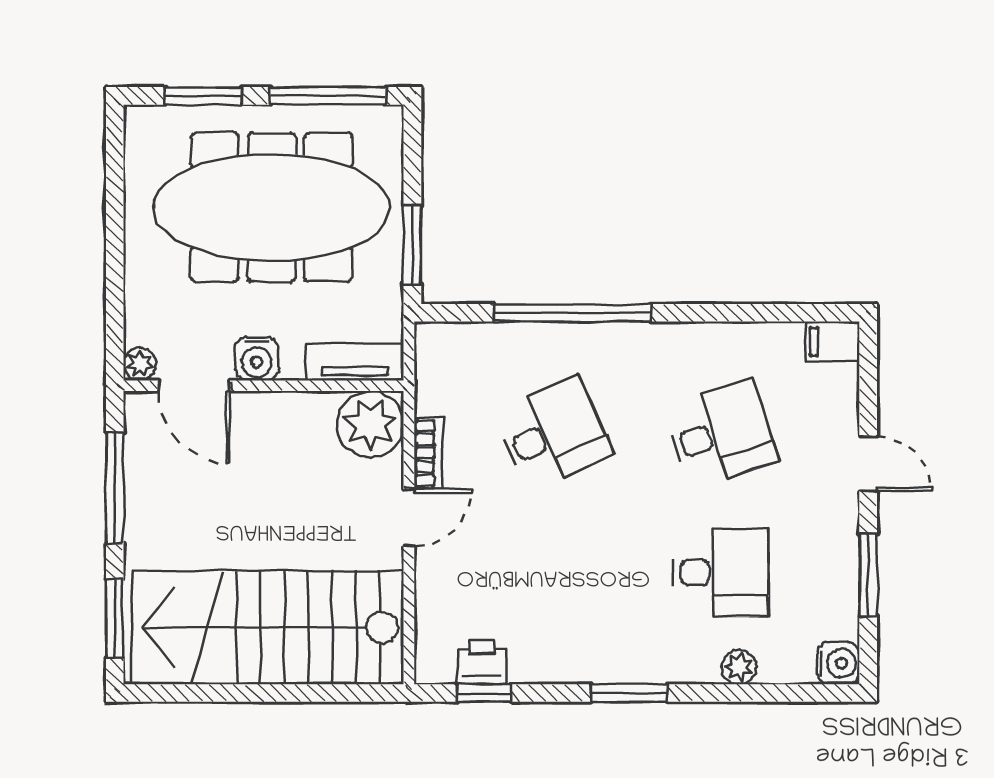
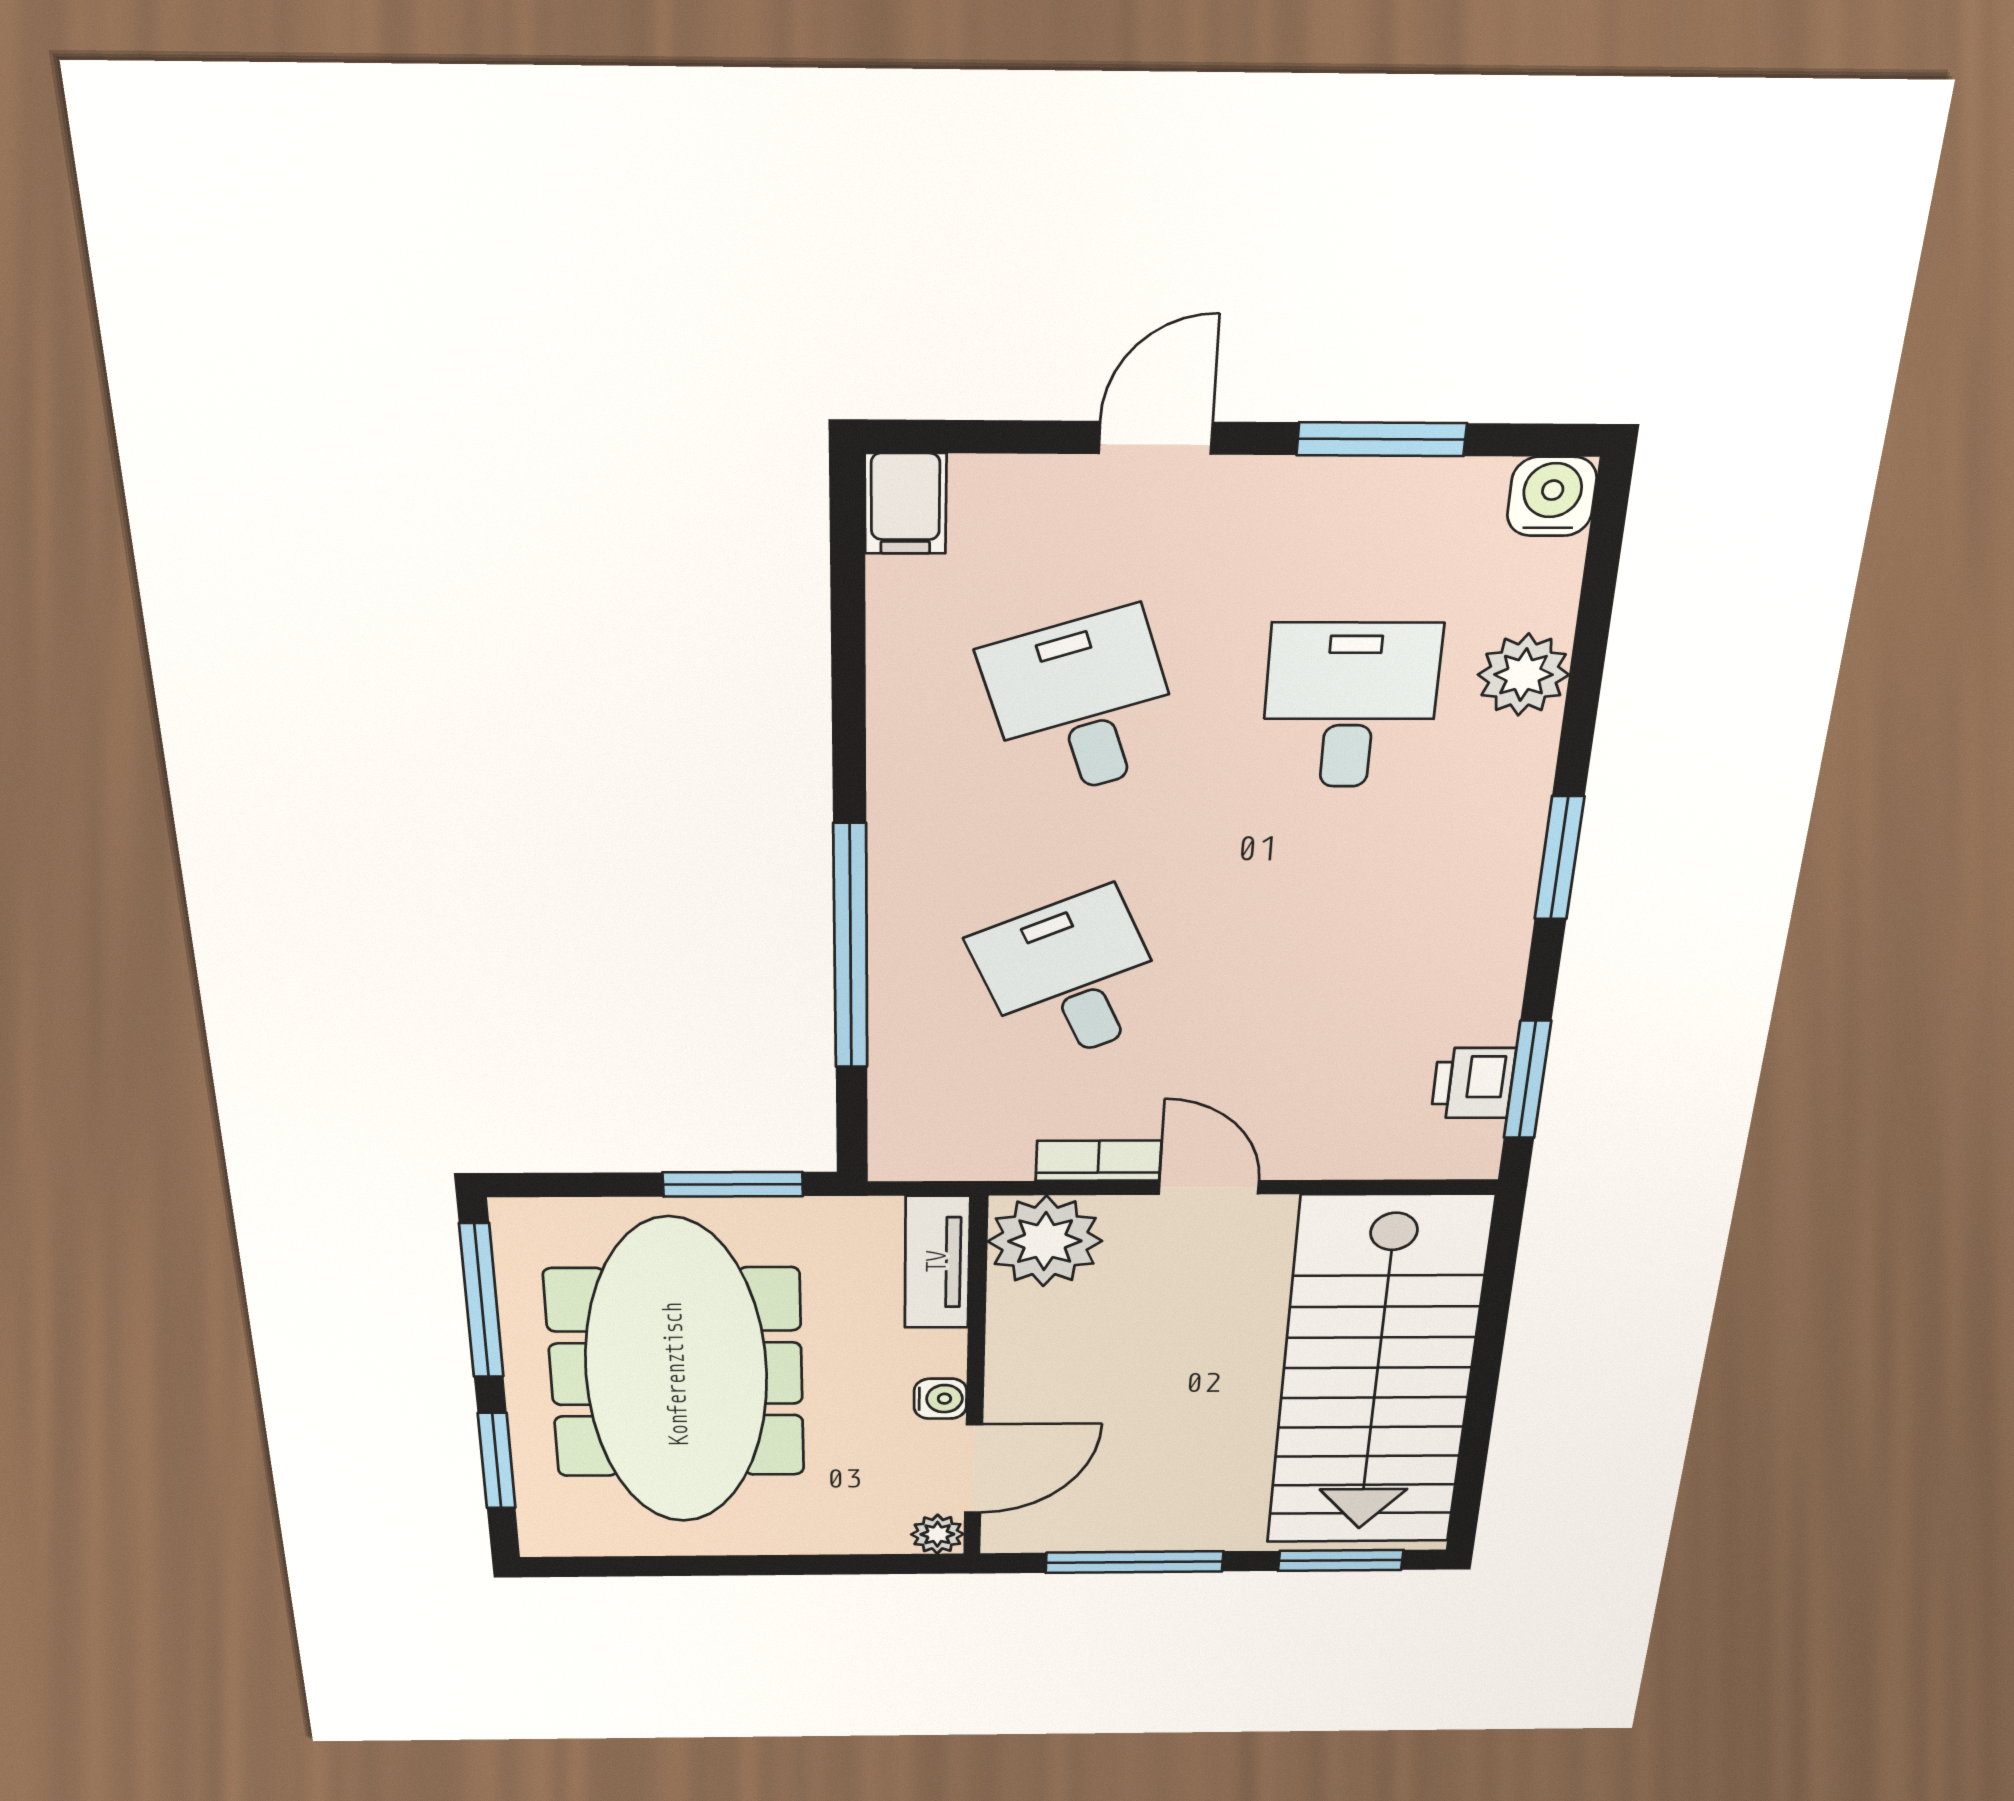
water cooler: (257, 359) -> (940, 1399), width x0.72, depth x0.72
plant: (739, 667) -> (1523, 675), width x1.38, depth x1.38
window: (484, 693) -> (1527, 1080), width x1.50

